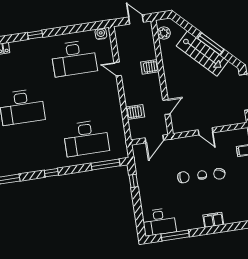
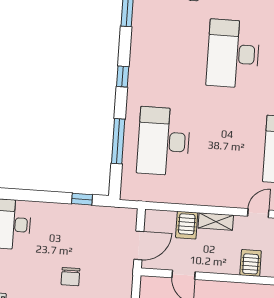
shelving: (129, 94) -> (216, 222), added
door: (154, 139) -> (139, 245), swing flipped
window: (105, 164) -> (118, 141), moved

